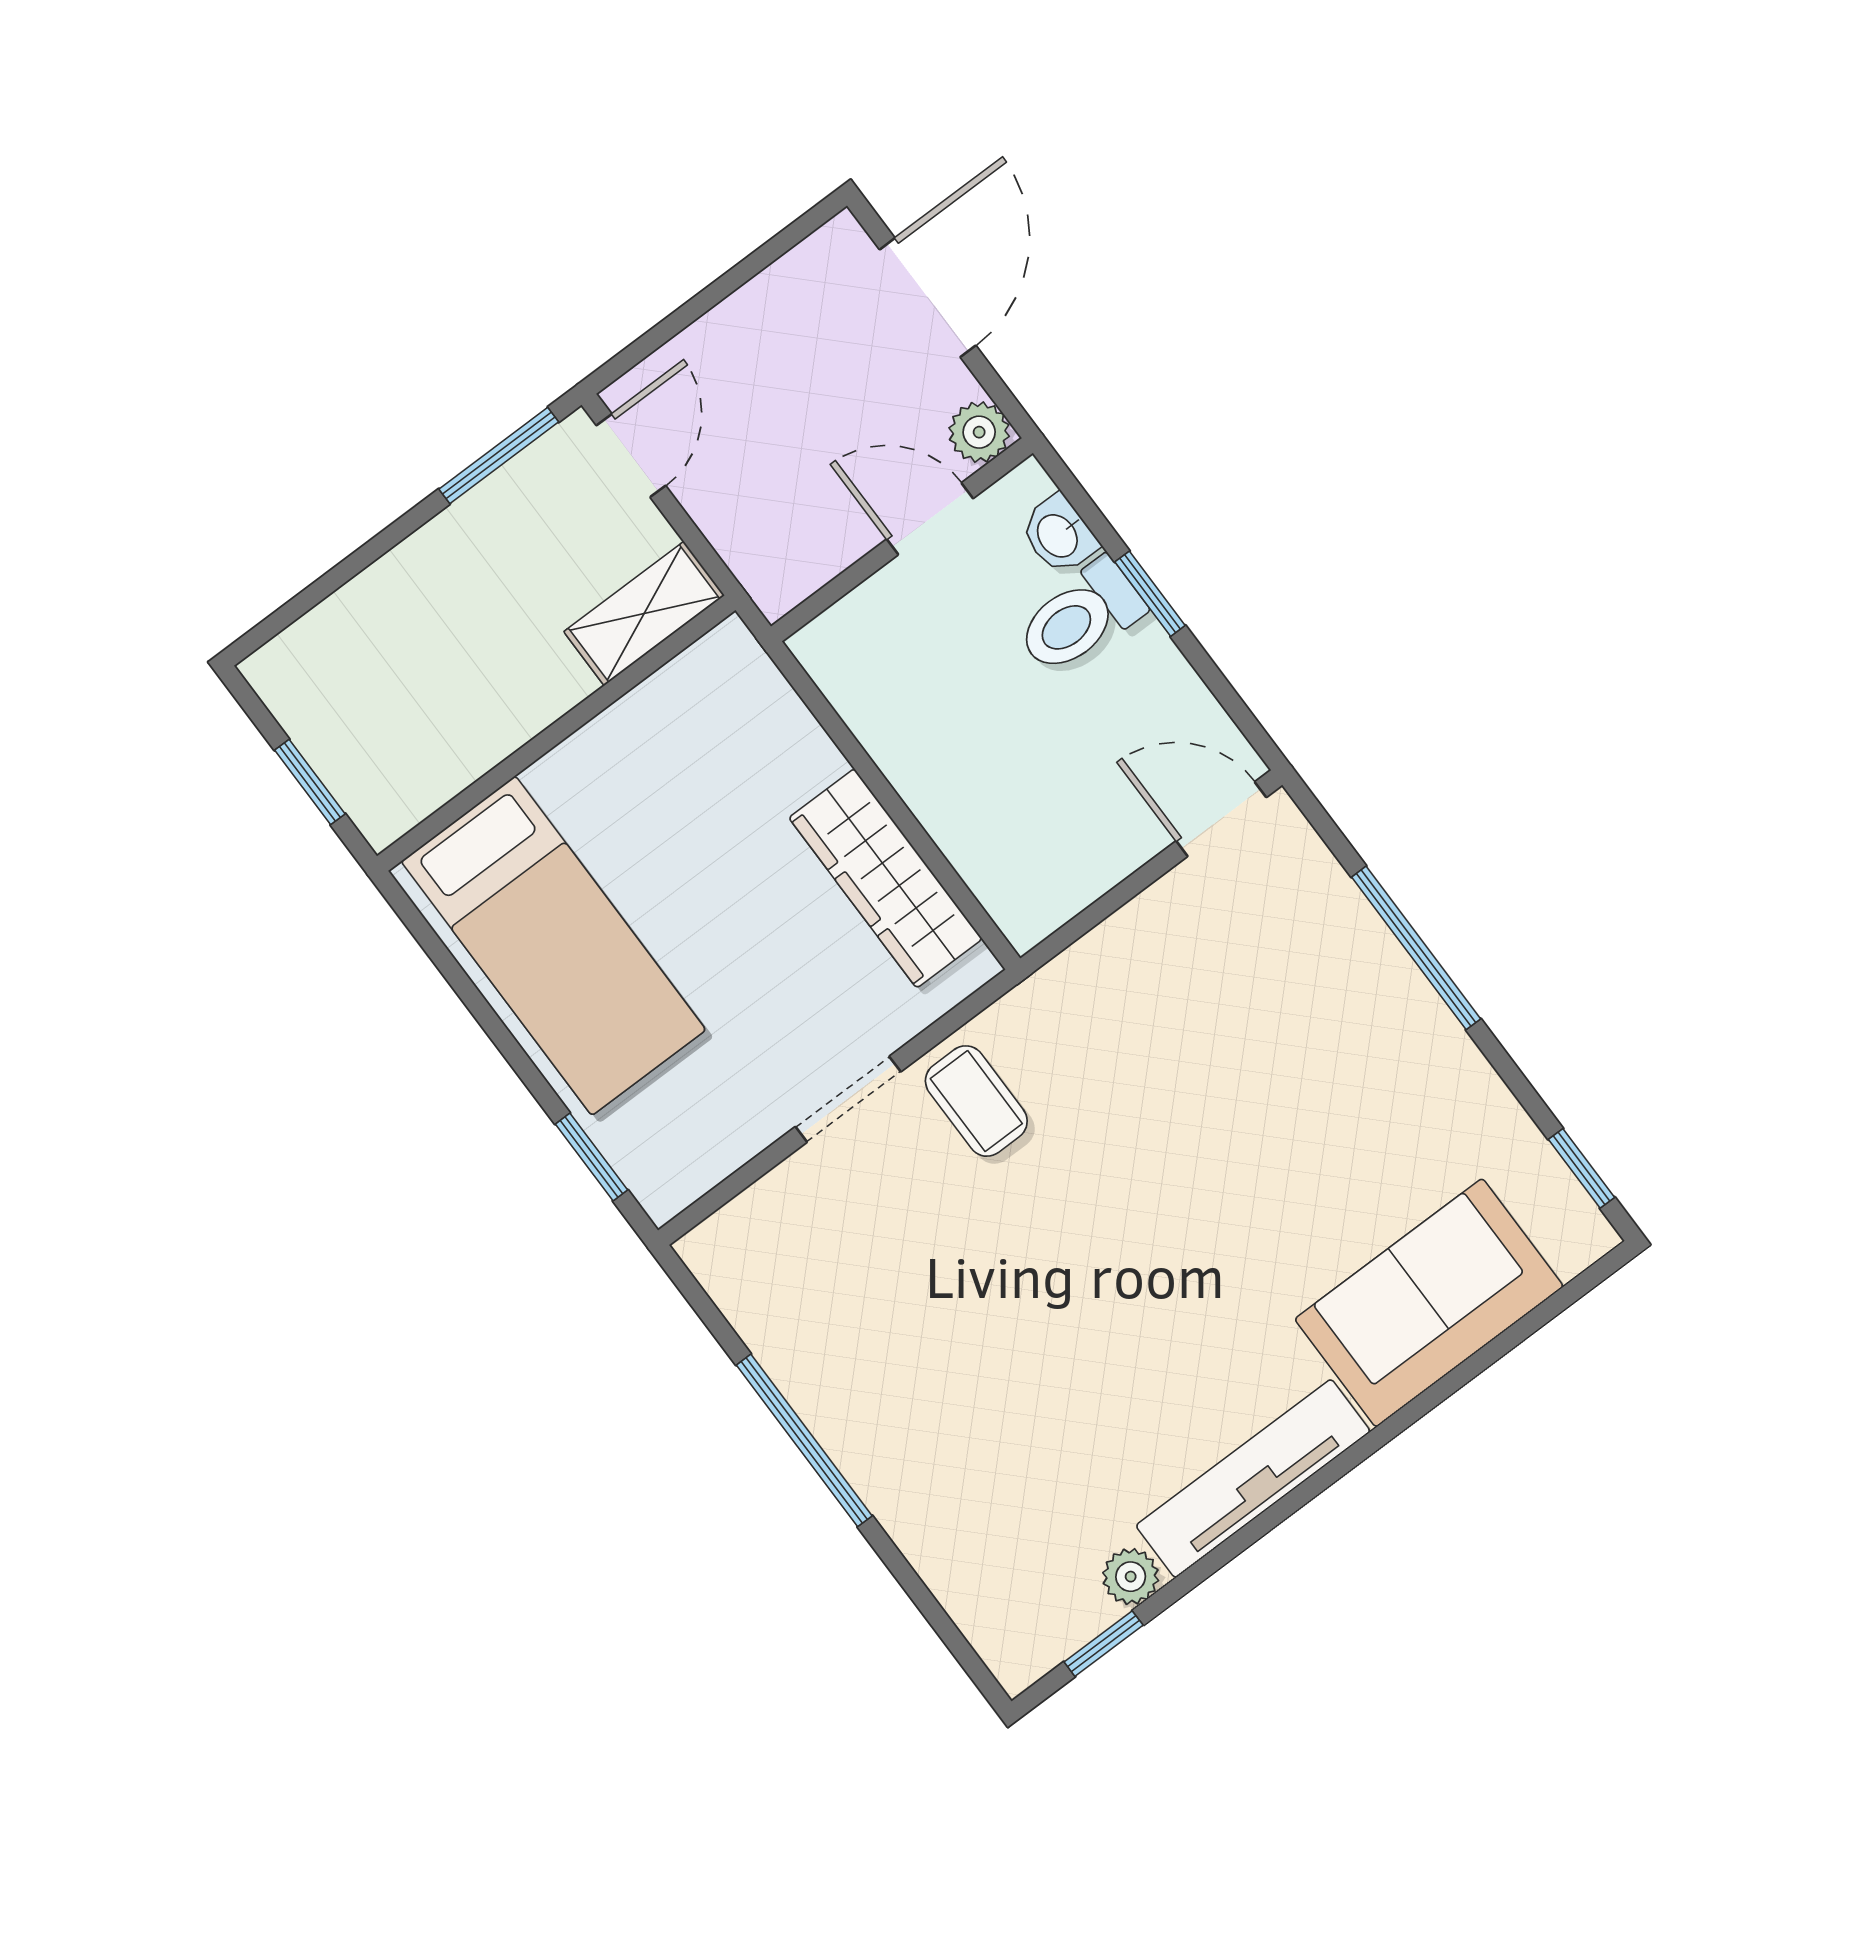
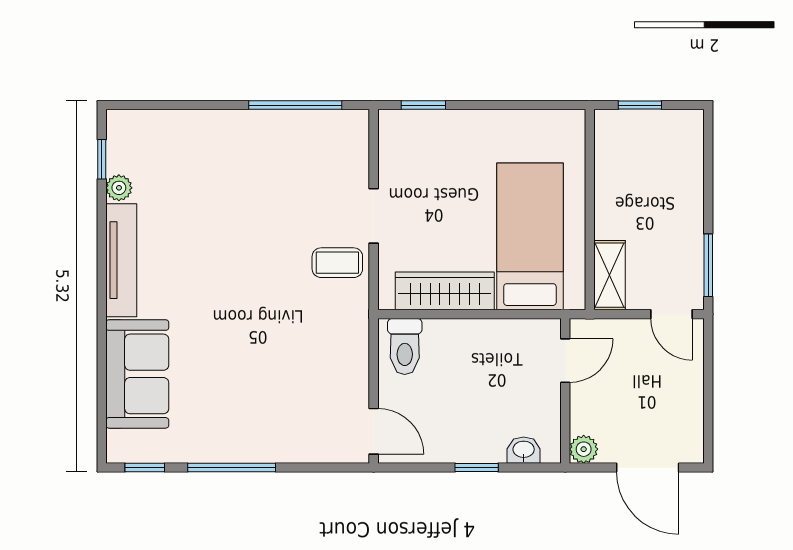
door: (930, 519) -> (565, 361), moved
toilet: (1080, 617) -> (405, 347), moved, turned 180
door: (1221, 819) -> (374, 431), hinge flipped
bed: (553, 946) -> (530, 236), moved, turned 90
window: (1416, 948) -> (232, 468), moved
window: (804, 1440) -> (295, 105), moved

